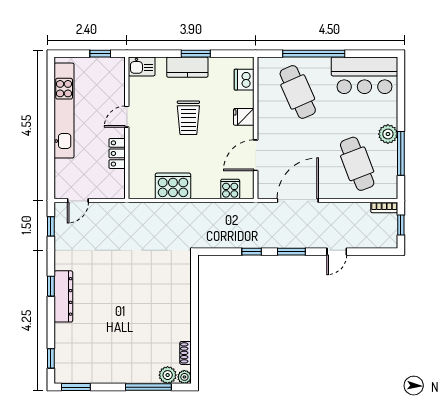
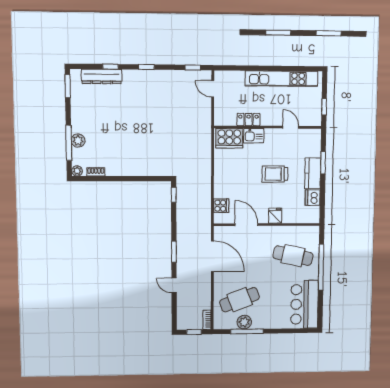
window: (196, 54) -> (323, 163), moved
kitchen sink: (142, 66) -> (254, 136), moved, turned -90
dishwasher: (244, 80) -> (313, 198), moved, turned -90
cafe table: (298, 92) -> (293, 256), turned 36
door: (127, 117) -> (291, 127), moved
plant: (388, 134) -> (244, 322), moved
cooker: (173, 186) -> (229, 138), moved, turned 90
window: (252, 252) -> (174, 195), moved
dresser: (63, 296) -> (102, 76), moved
window: (51, 358) -> (111, 67), moved
plant: (168, 375) -> (78, 141), moved

